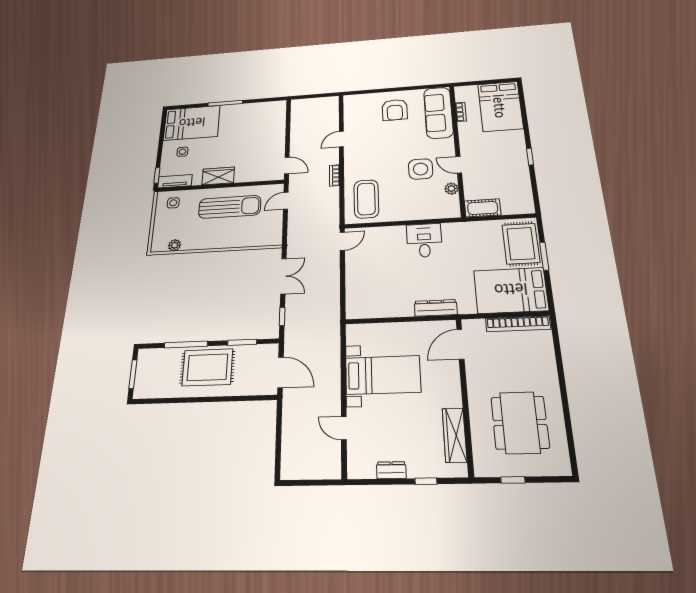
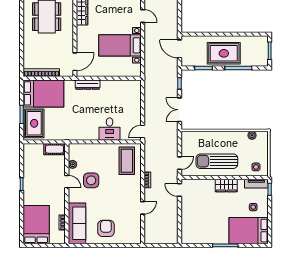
desk: (424, 240) -> (110, 129), moved

